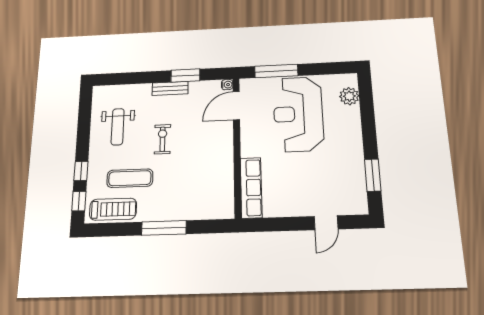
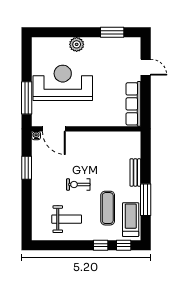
bench: (170, 88) -> (135, 172), moved
plant: (349, 96) -> (77, 44), moved
reception desk: (298, 114) -> (63, 83), turned 180
row of seats: (251, 188) -> (133, 104), moved, turned -90
window: (164, 228) -> (146, 200), moved

